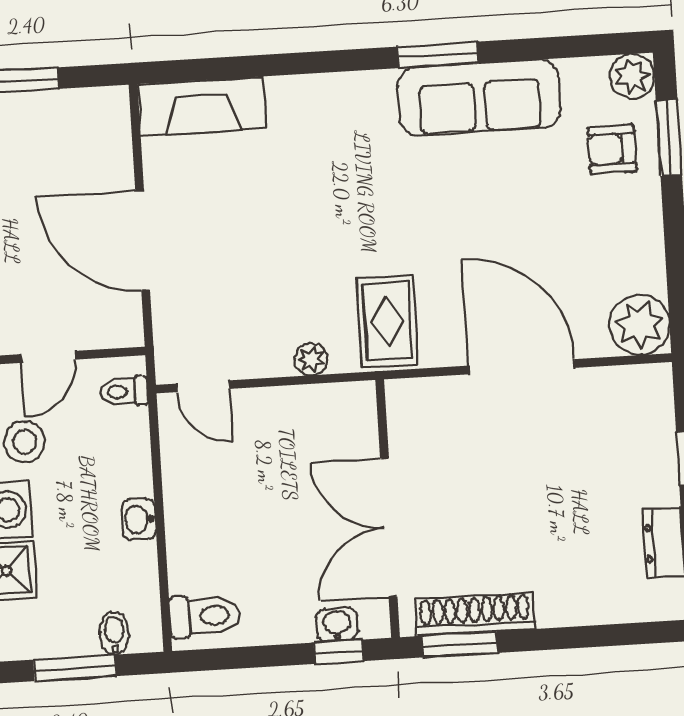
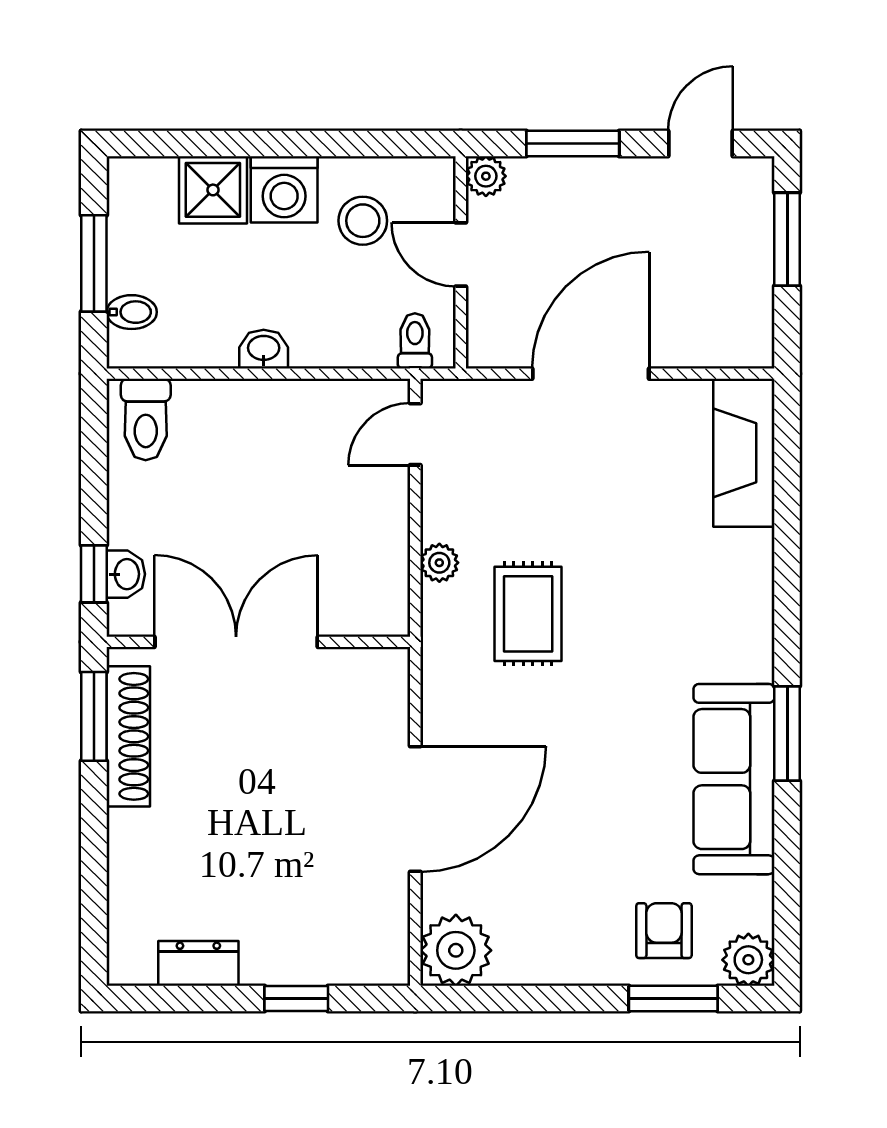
rug: (387, 322) -> (528, 614), moved, turned 90

